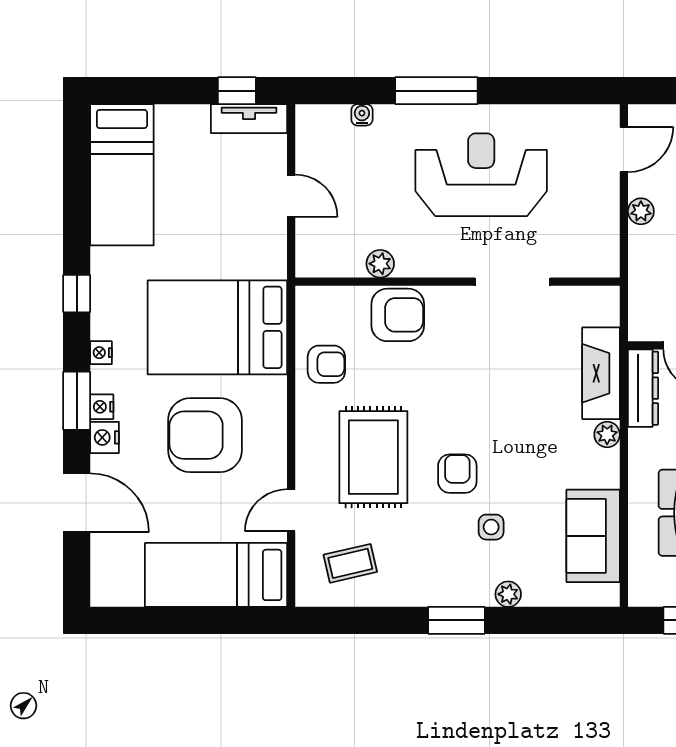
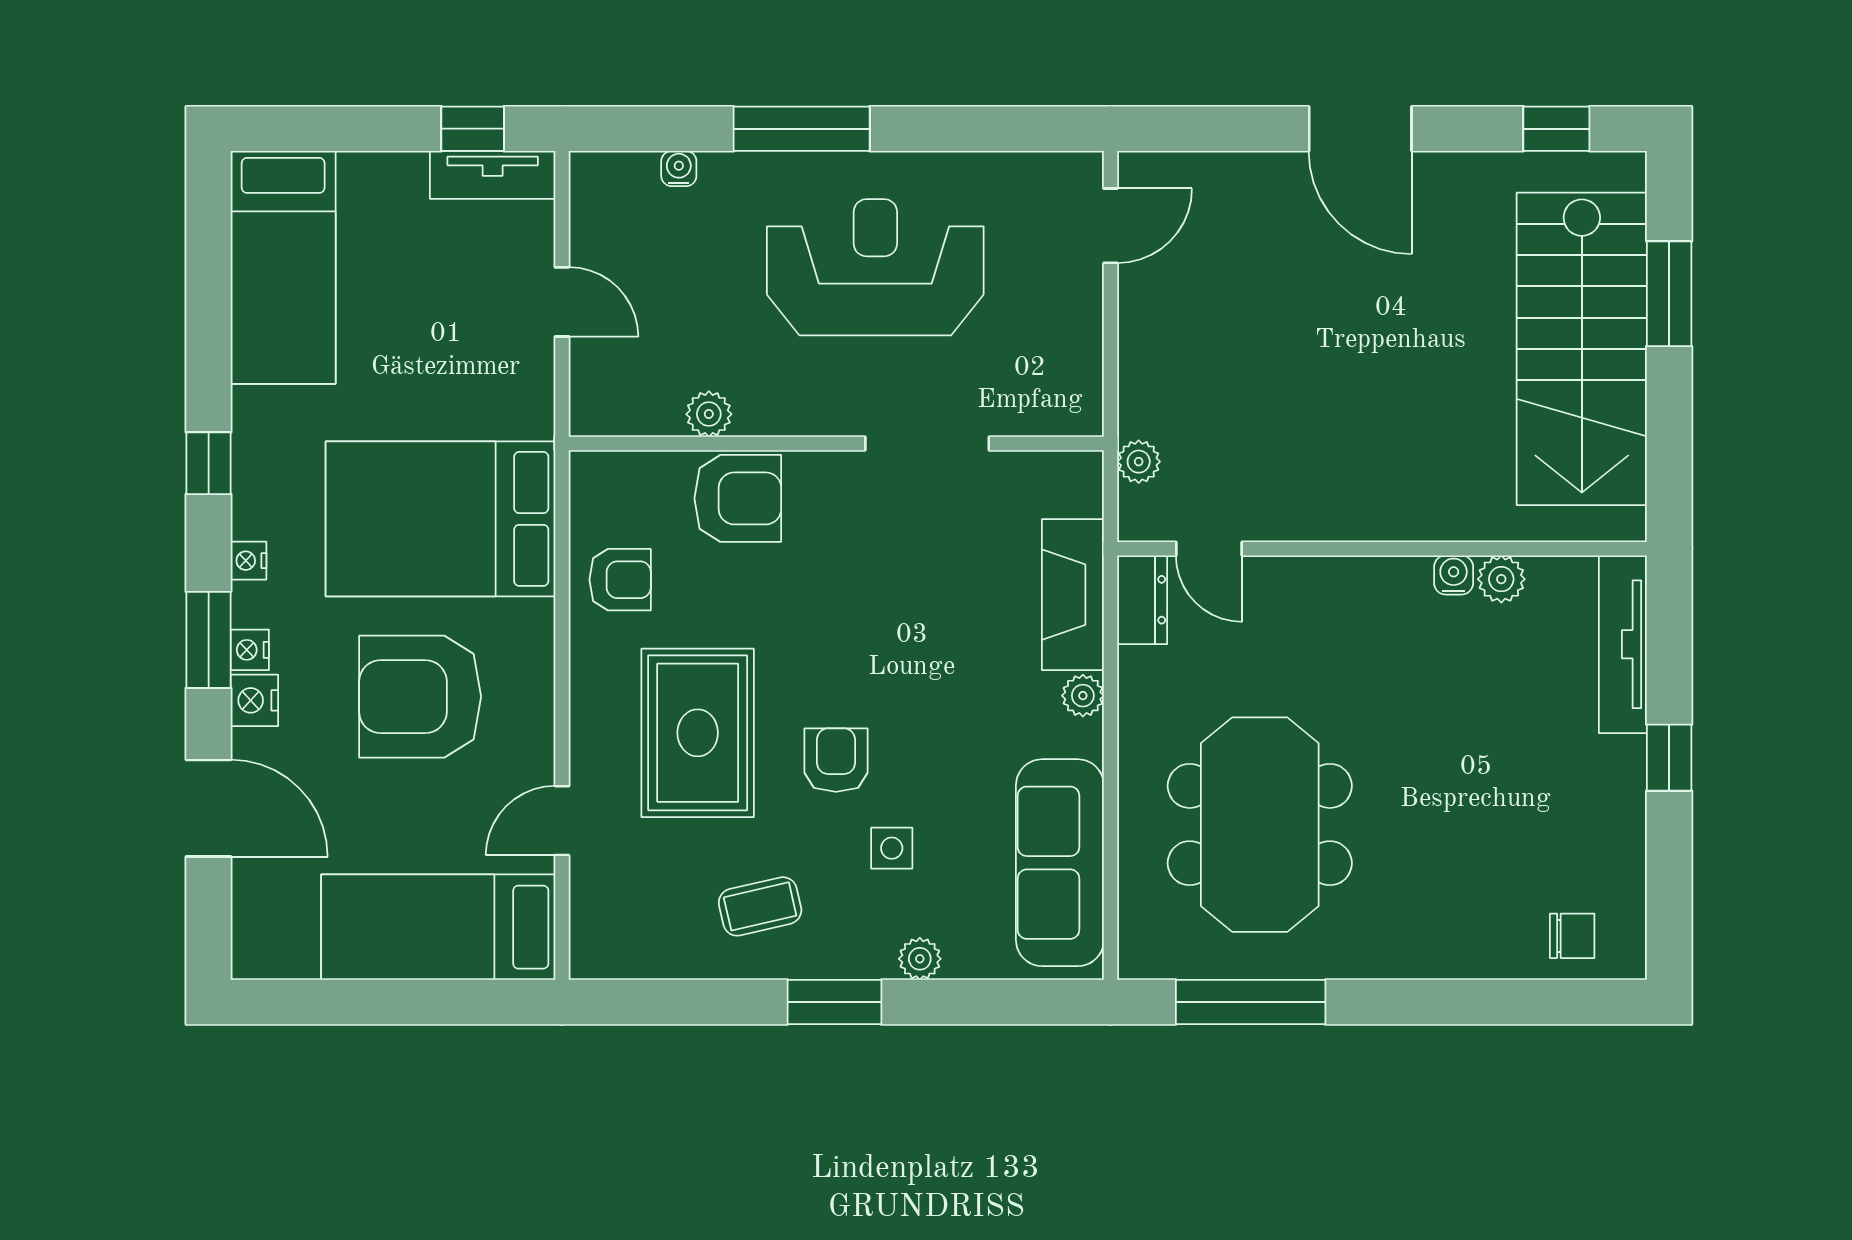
plant: (641, 211) -> (1139, 462), moved
dresser: (643, 388) -> (1142, 600), width x0.70
sofa: (593, 536) -> (1060, 863), width x1.36
coffee table: (350, 563) -> (760, 906), moved

